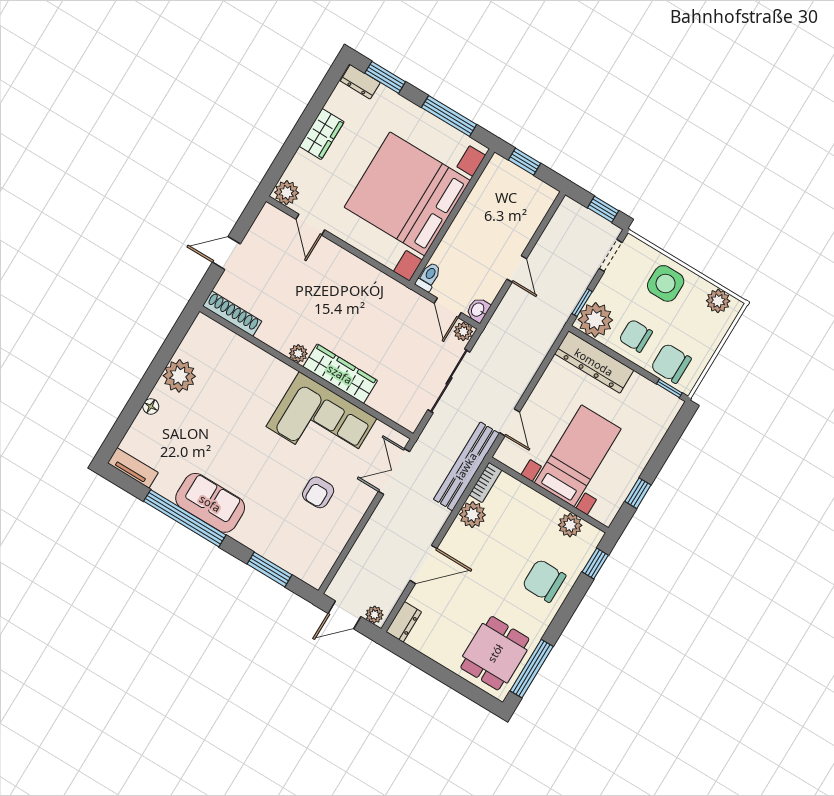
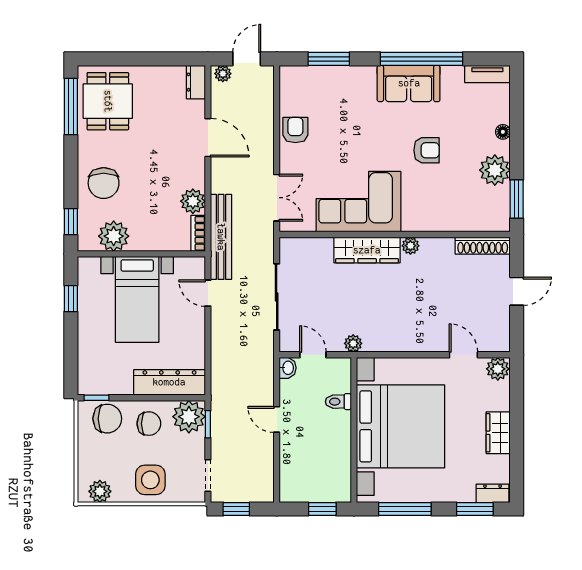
toilet: (429, 277) -> (338, 402), moved, turned 90
plant: (463, 331) -> (353, 343), moved
window: (175, 337) -> (517, 199), added
armchair: (231, 432) -> (427, 150), added
armchair: (318, 492) -> (295, 130), moved
plant: (570, 525) -> (114, 236), width x1.36, depth x1.36
door: (424, 564) -> (208, 138), swing flipped
chair: (544, 581) -> (104, 183), turned 90

